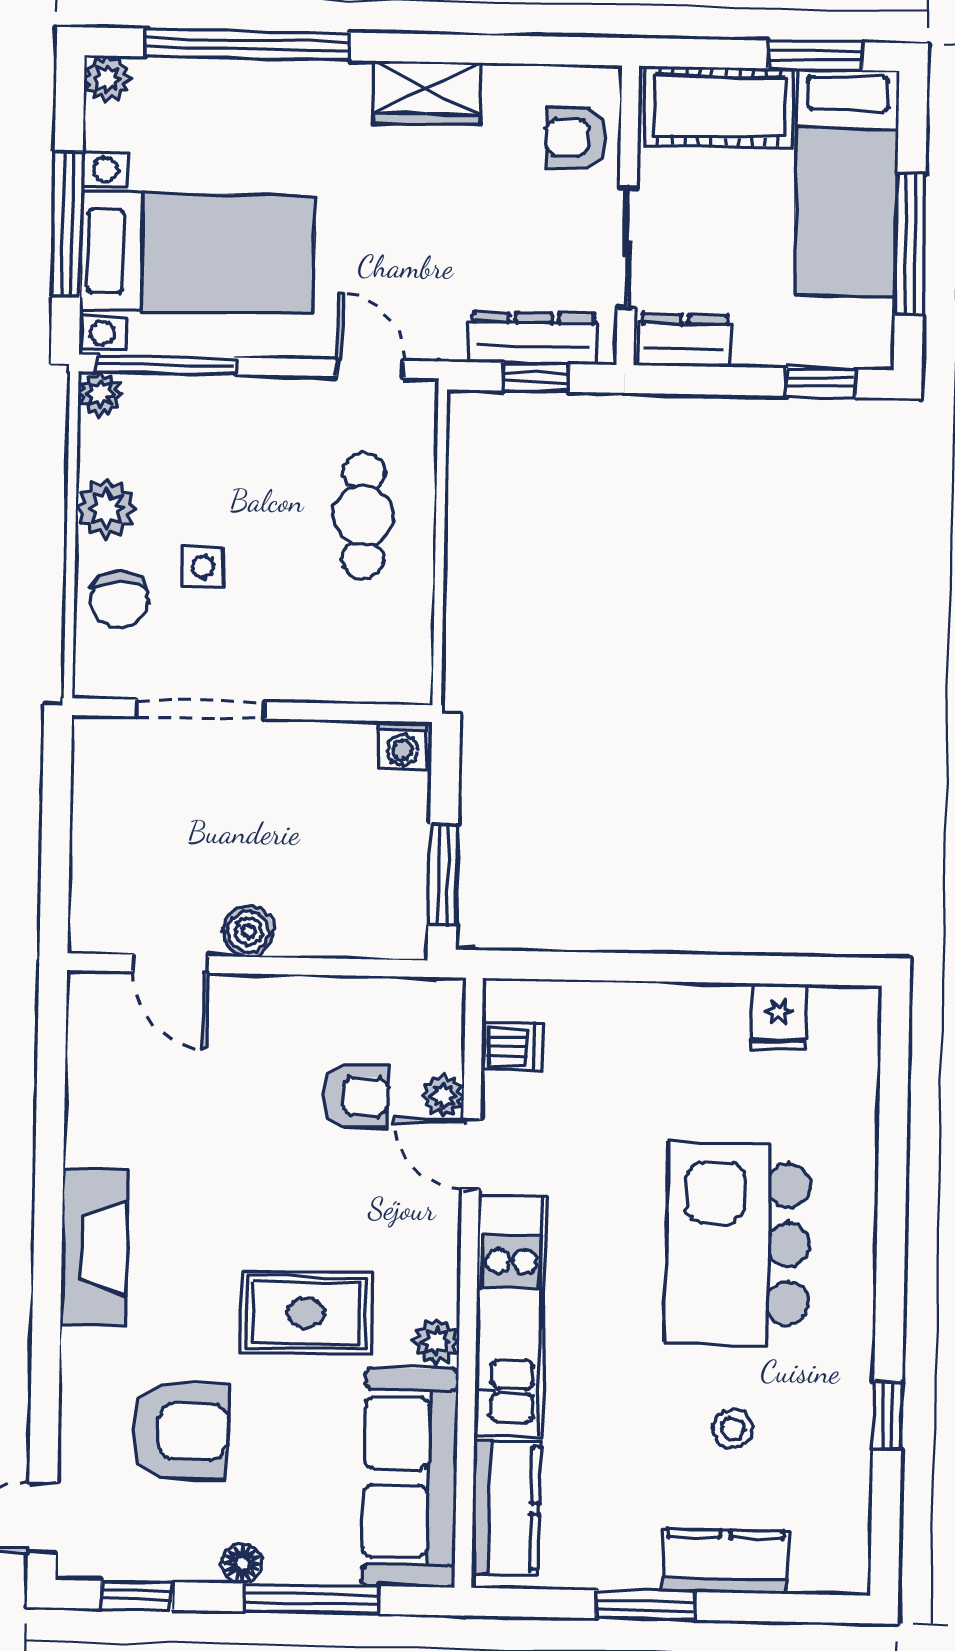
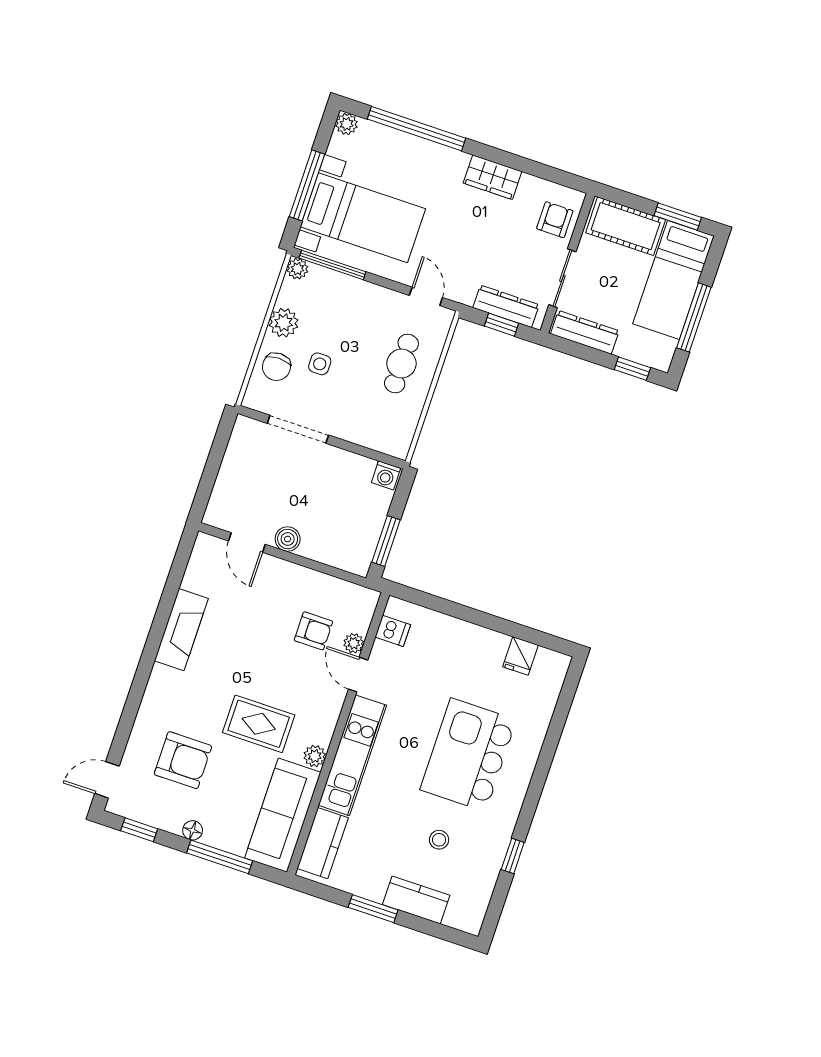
armchair: (576, 138) -> (555, 220), turned 90
dresser: (685, 340) -> (585, 332), width x1.44
fireplace: (94, 1248) -> (181, 630), moved

